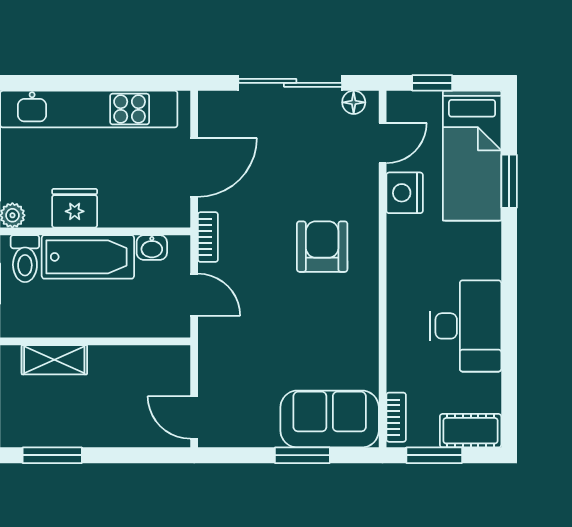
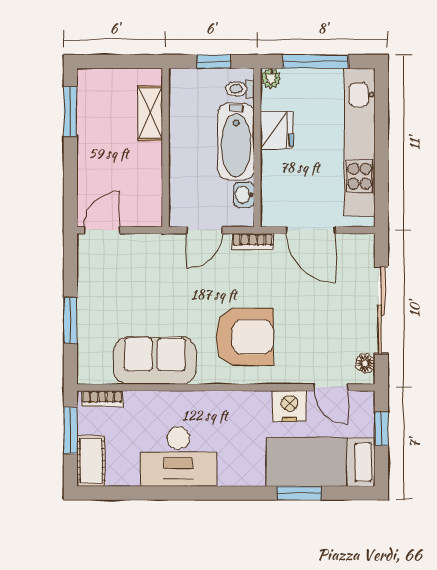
armchair: (322, 247) -> (245, 337), width x1.36, depth x1.36
toilet: (25, 259) -> (240, 89), width x0.73, depth x0.72
sofa: (330, 419) -> (155, 361), moved, turned -90

